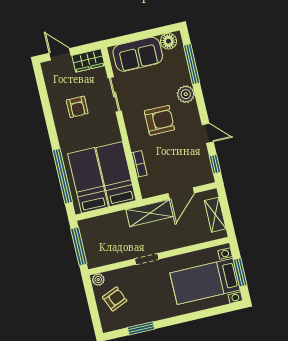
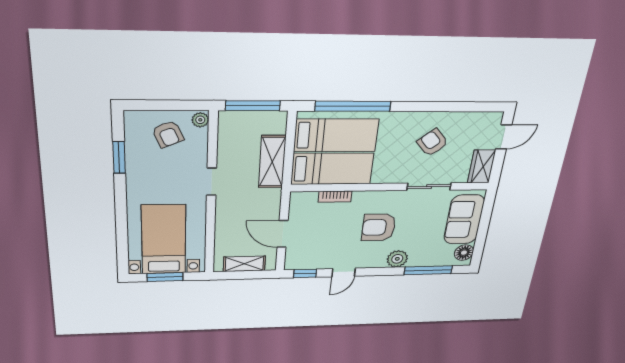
armchair: (77, 107) -> (432, 142), turned 49
armchair: (159, 120) -> (379, 227), turned 90
shelving: (150, 213) -> (272, 162), moved

